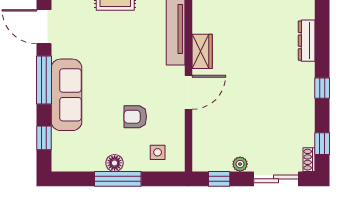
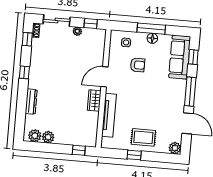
sofa: (67, 95) -> (180, 57), moved

